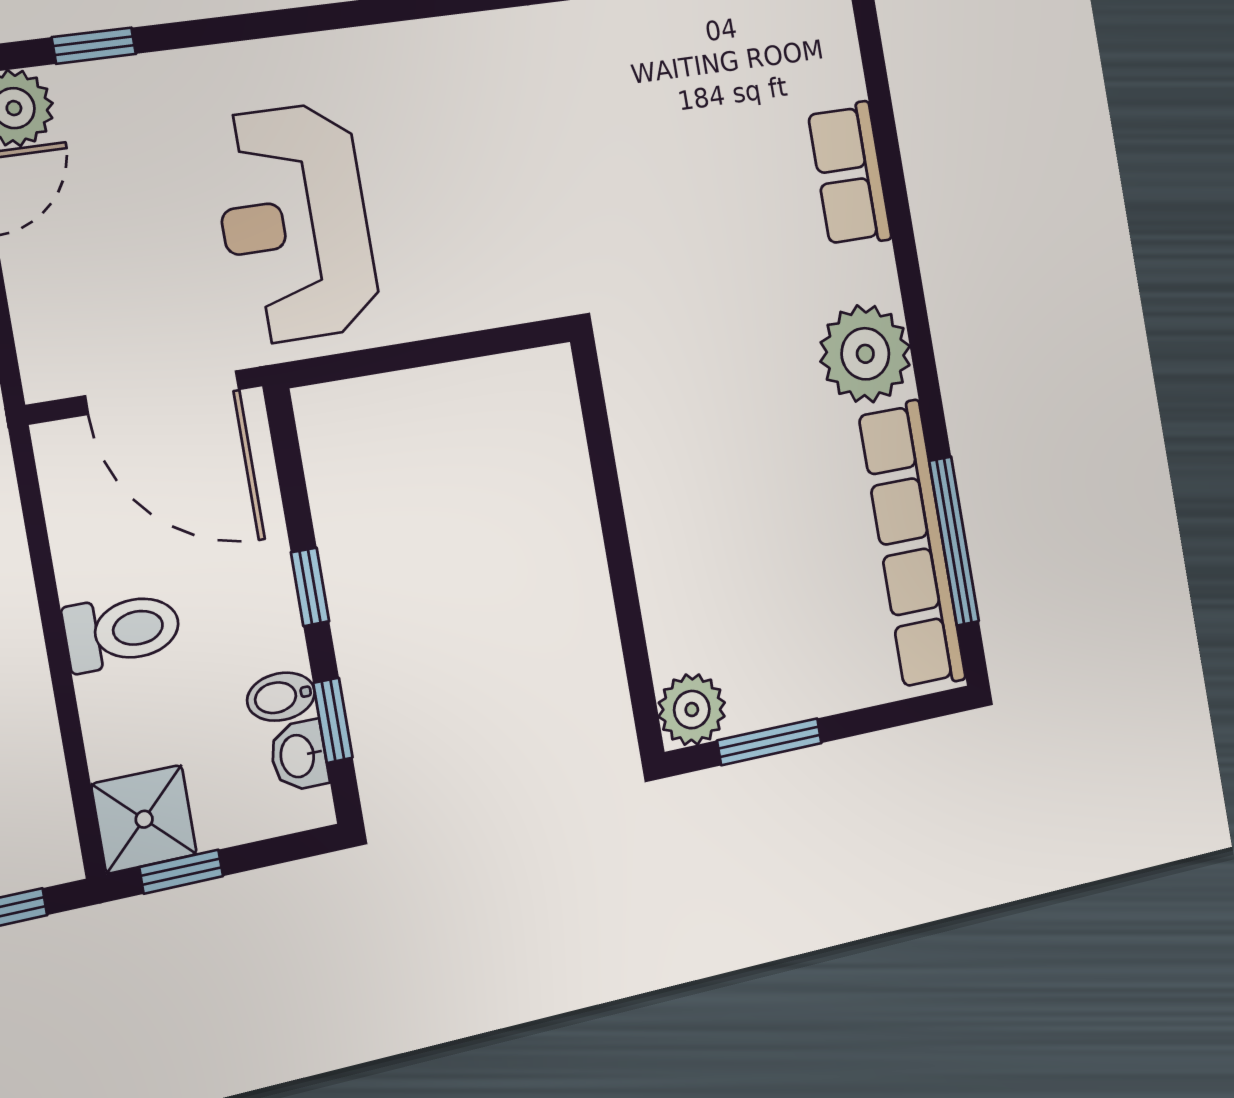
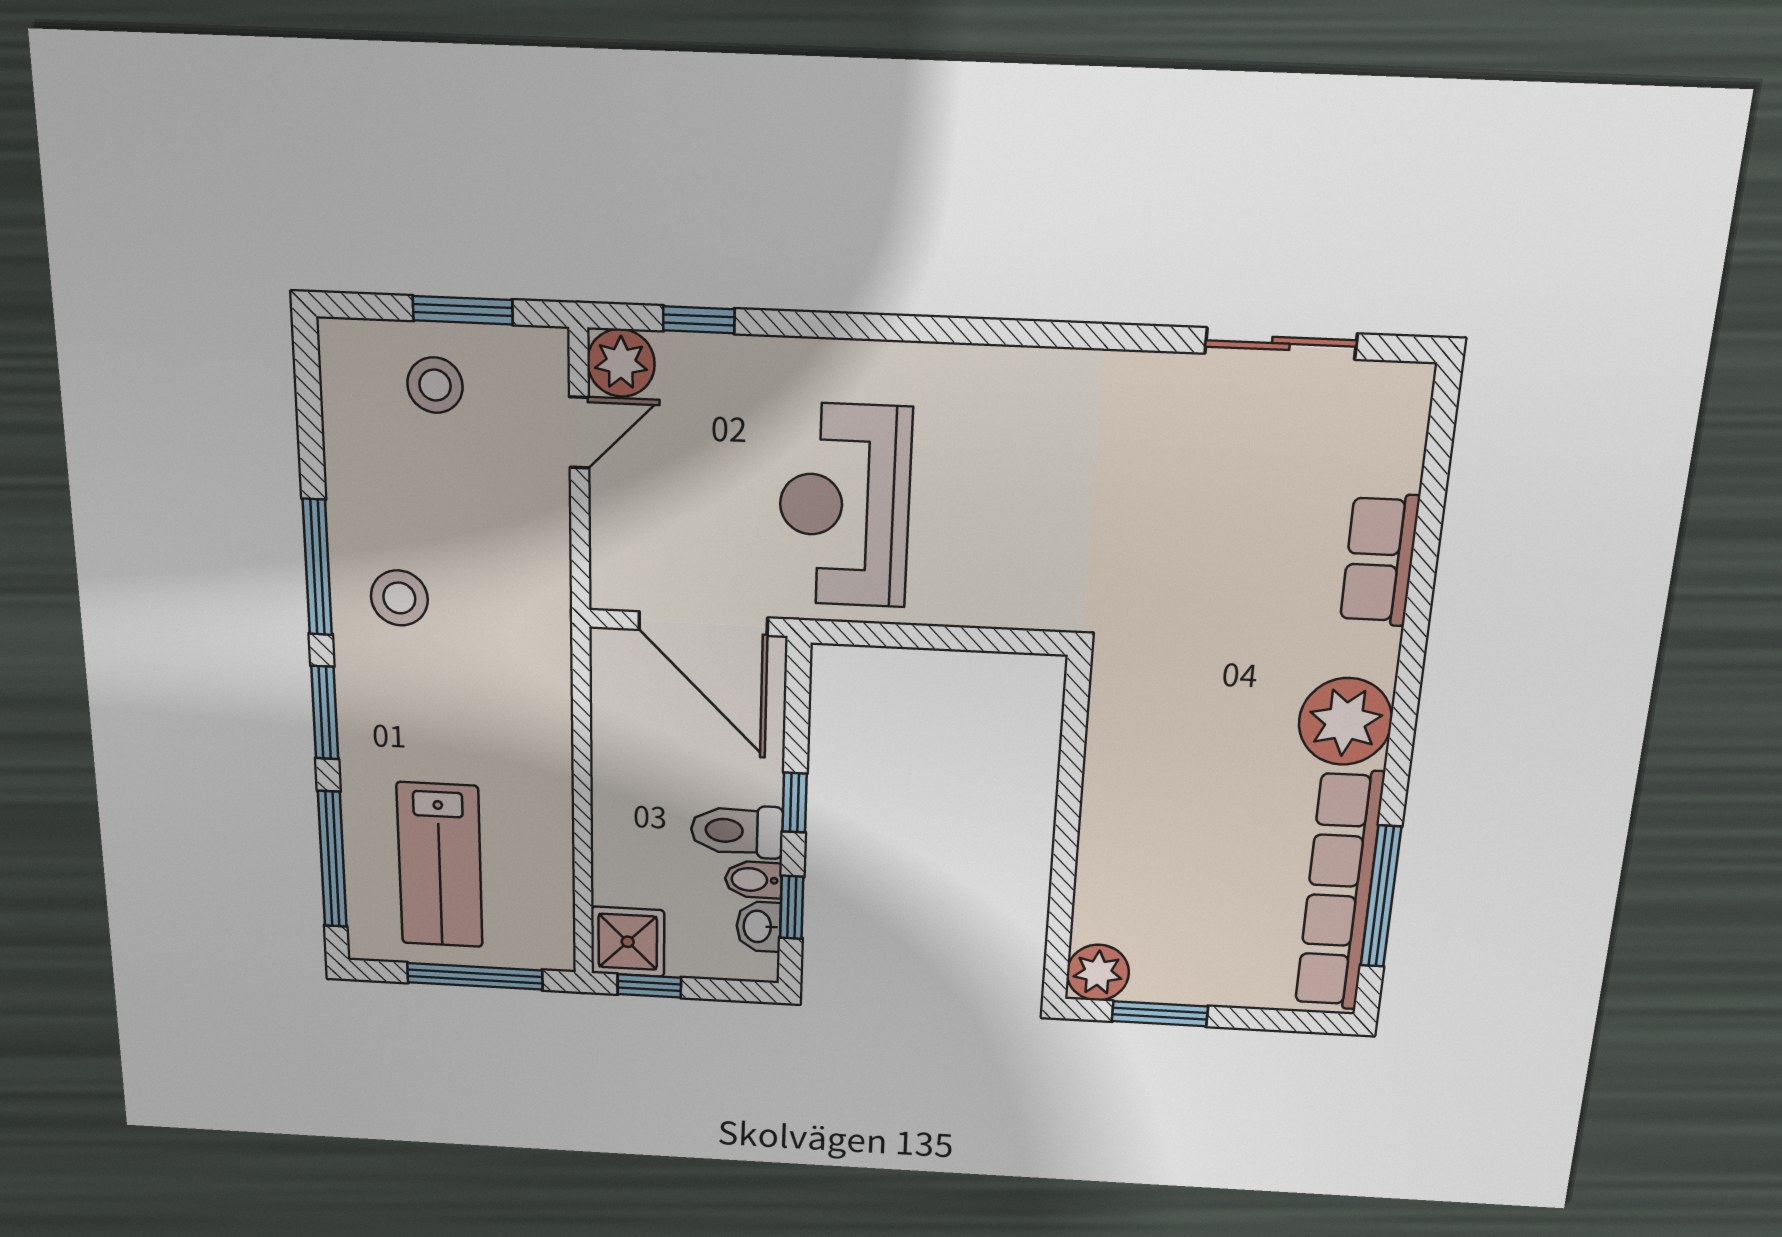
toilet: (122, 631) -> (737, 831), moved, turned 180

